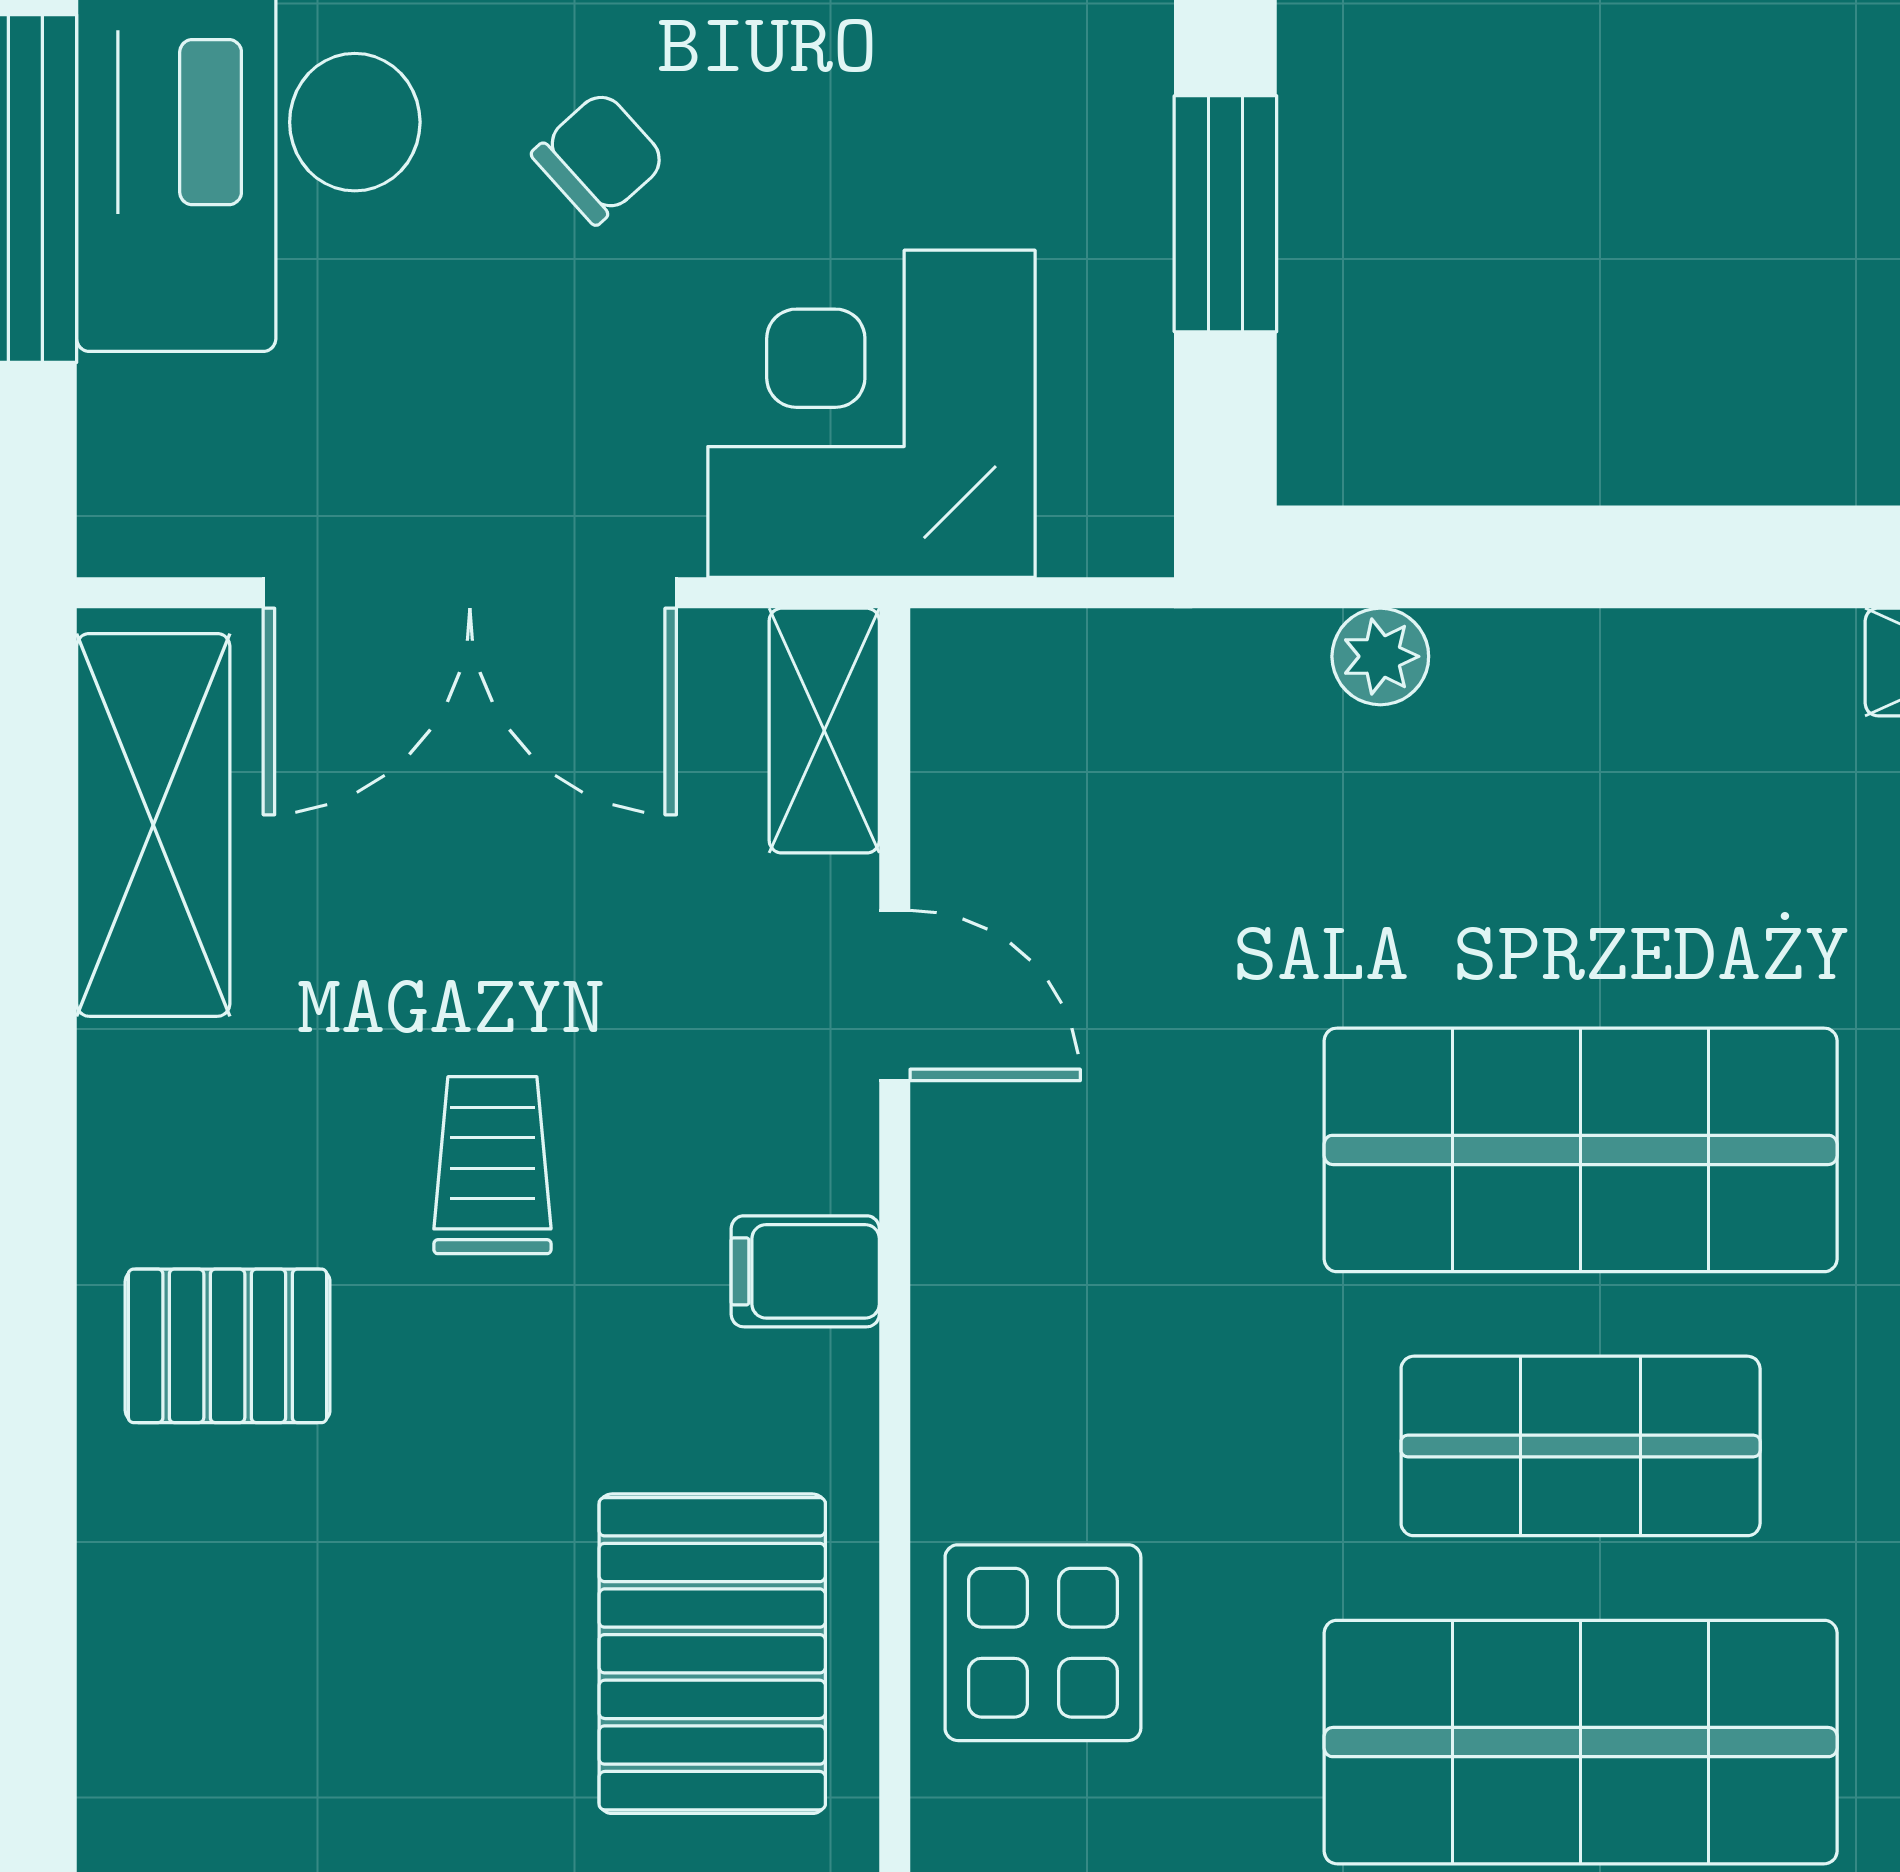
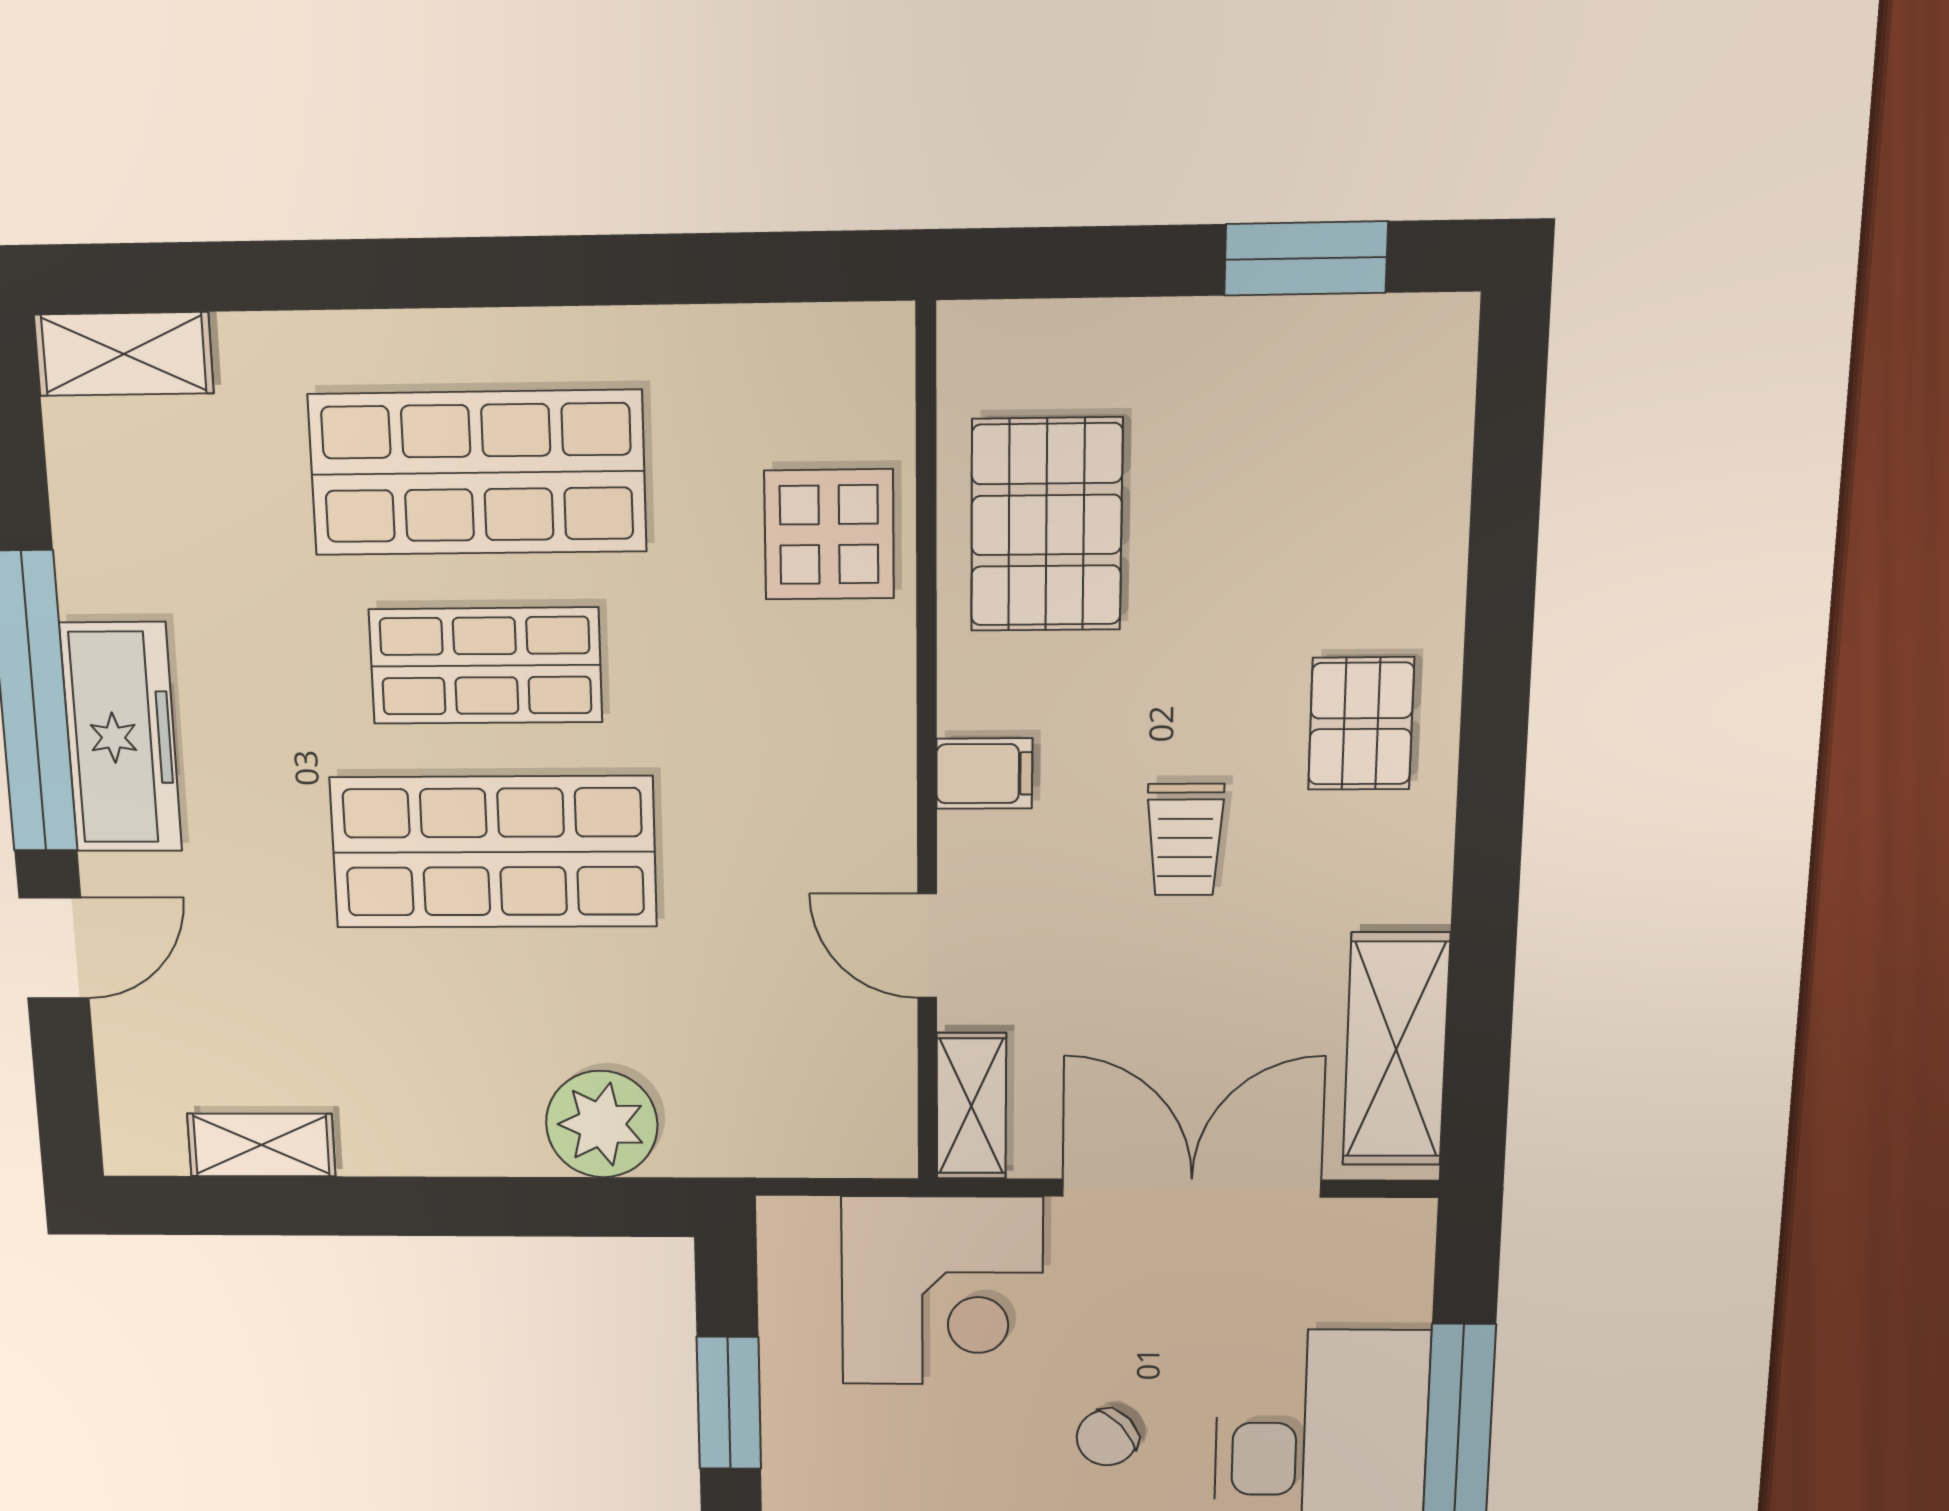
plant: (1380, 656) -> (602, 1124), width x1.88, depth x1.88
pallet: (228, 1346) -> (1361, 724), turned 90

